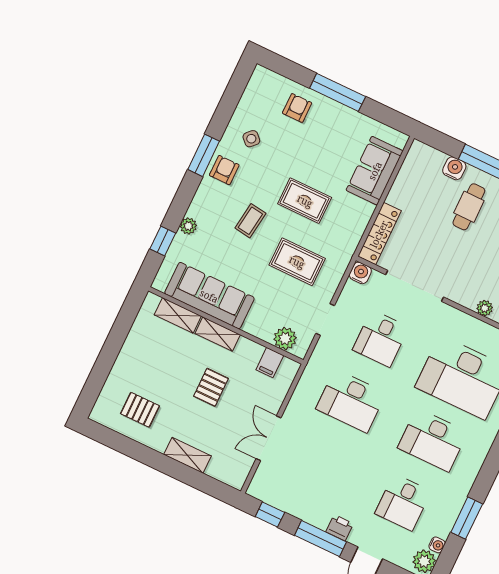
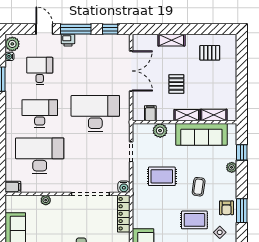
rug: (305, 201) -> (194, 220), moved
desk: (381, 338) -> (95, 156), removed
plant: (285, 339) -> (160, 131), moved
desk: (351, 401) -> (95, 113), width x1.36, depth x1.30
double door: (269, 438) -> (131, 71), width x1.37

